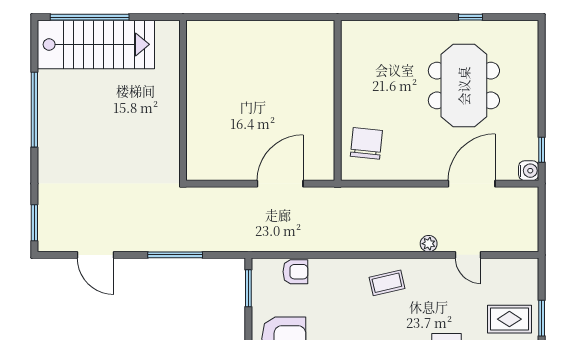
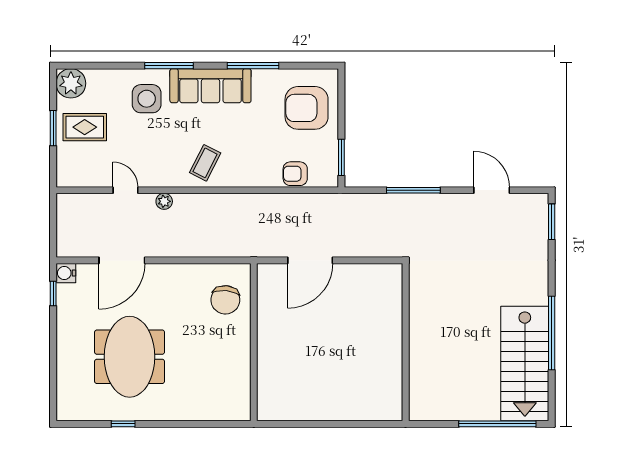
stairs: (96, 44) -> (525, 364), moved, turned -90
coffee table: (387, 283) -> (205, 163), turned -50

